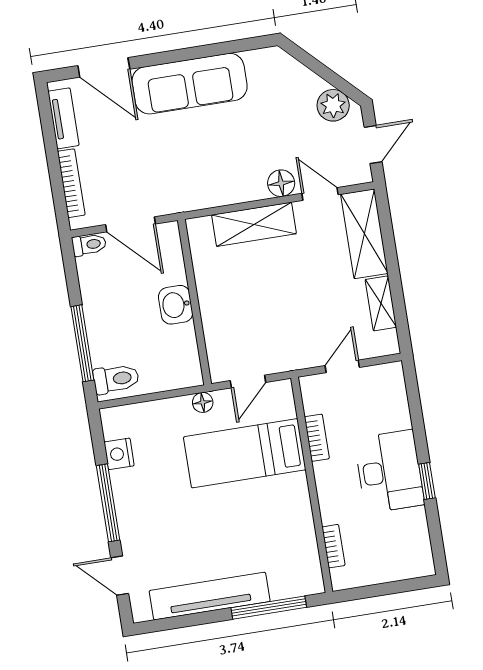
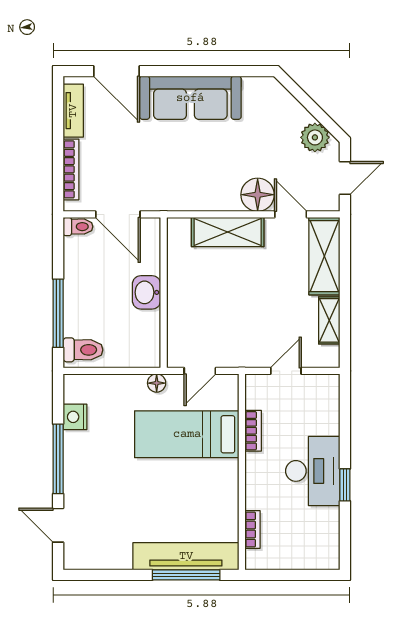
floor lamp: (281, 183) -> (258, 195), width x1.38, depth x1.38
tv unit: (210, 596) -> (186, 556), moved

